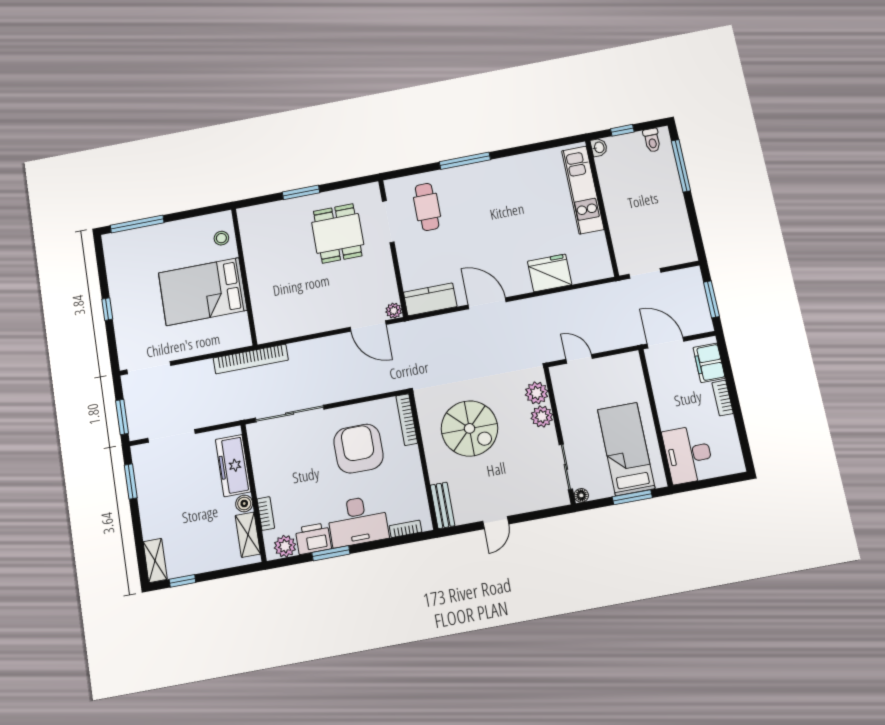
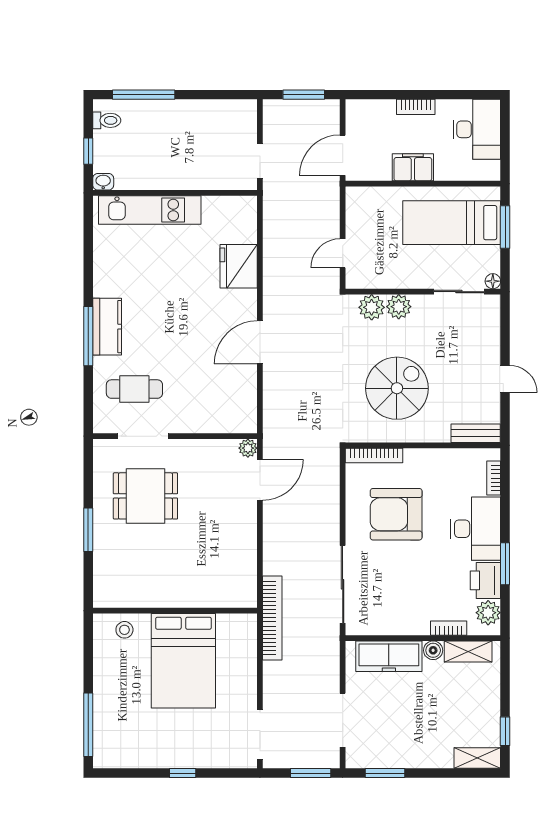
kitchen counter: (430, 299) -> (107, 327), moved, turned 180
filing cabinet: (709, 363) -> (413, 167), moved, turned 180
desk: (688, 455) -> (477, 129), moved, turned -90

